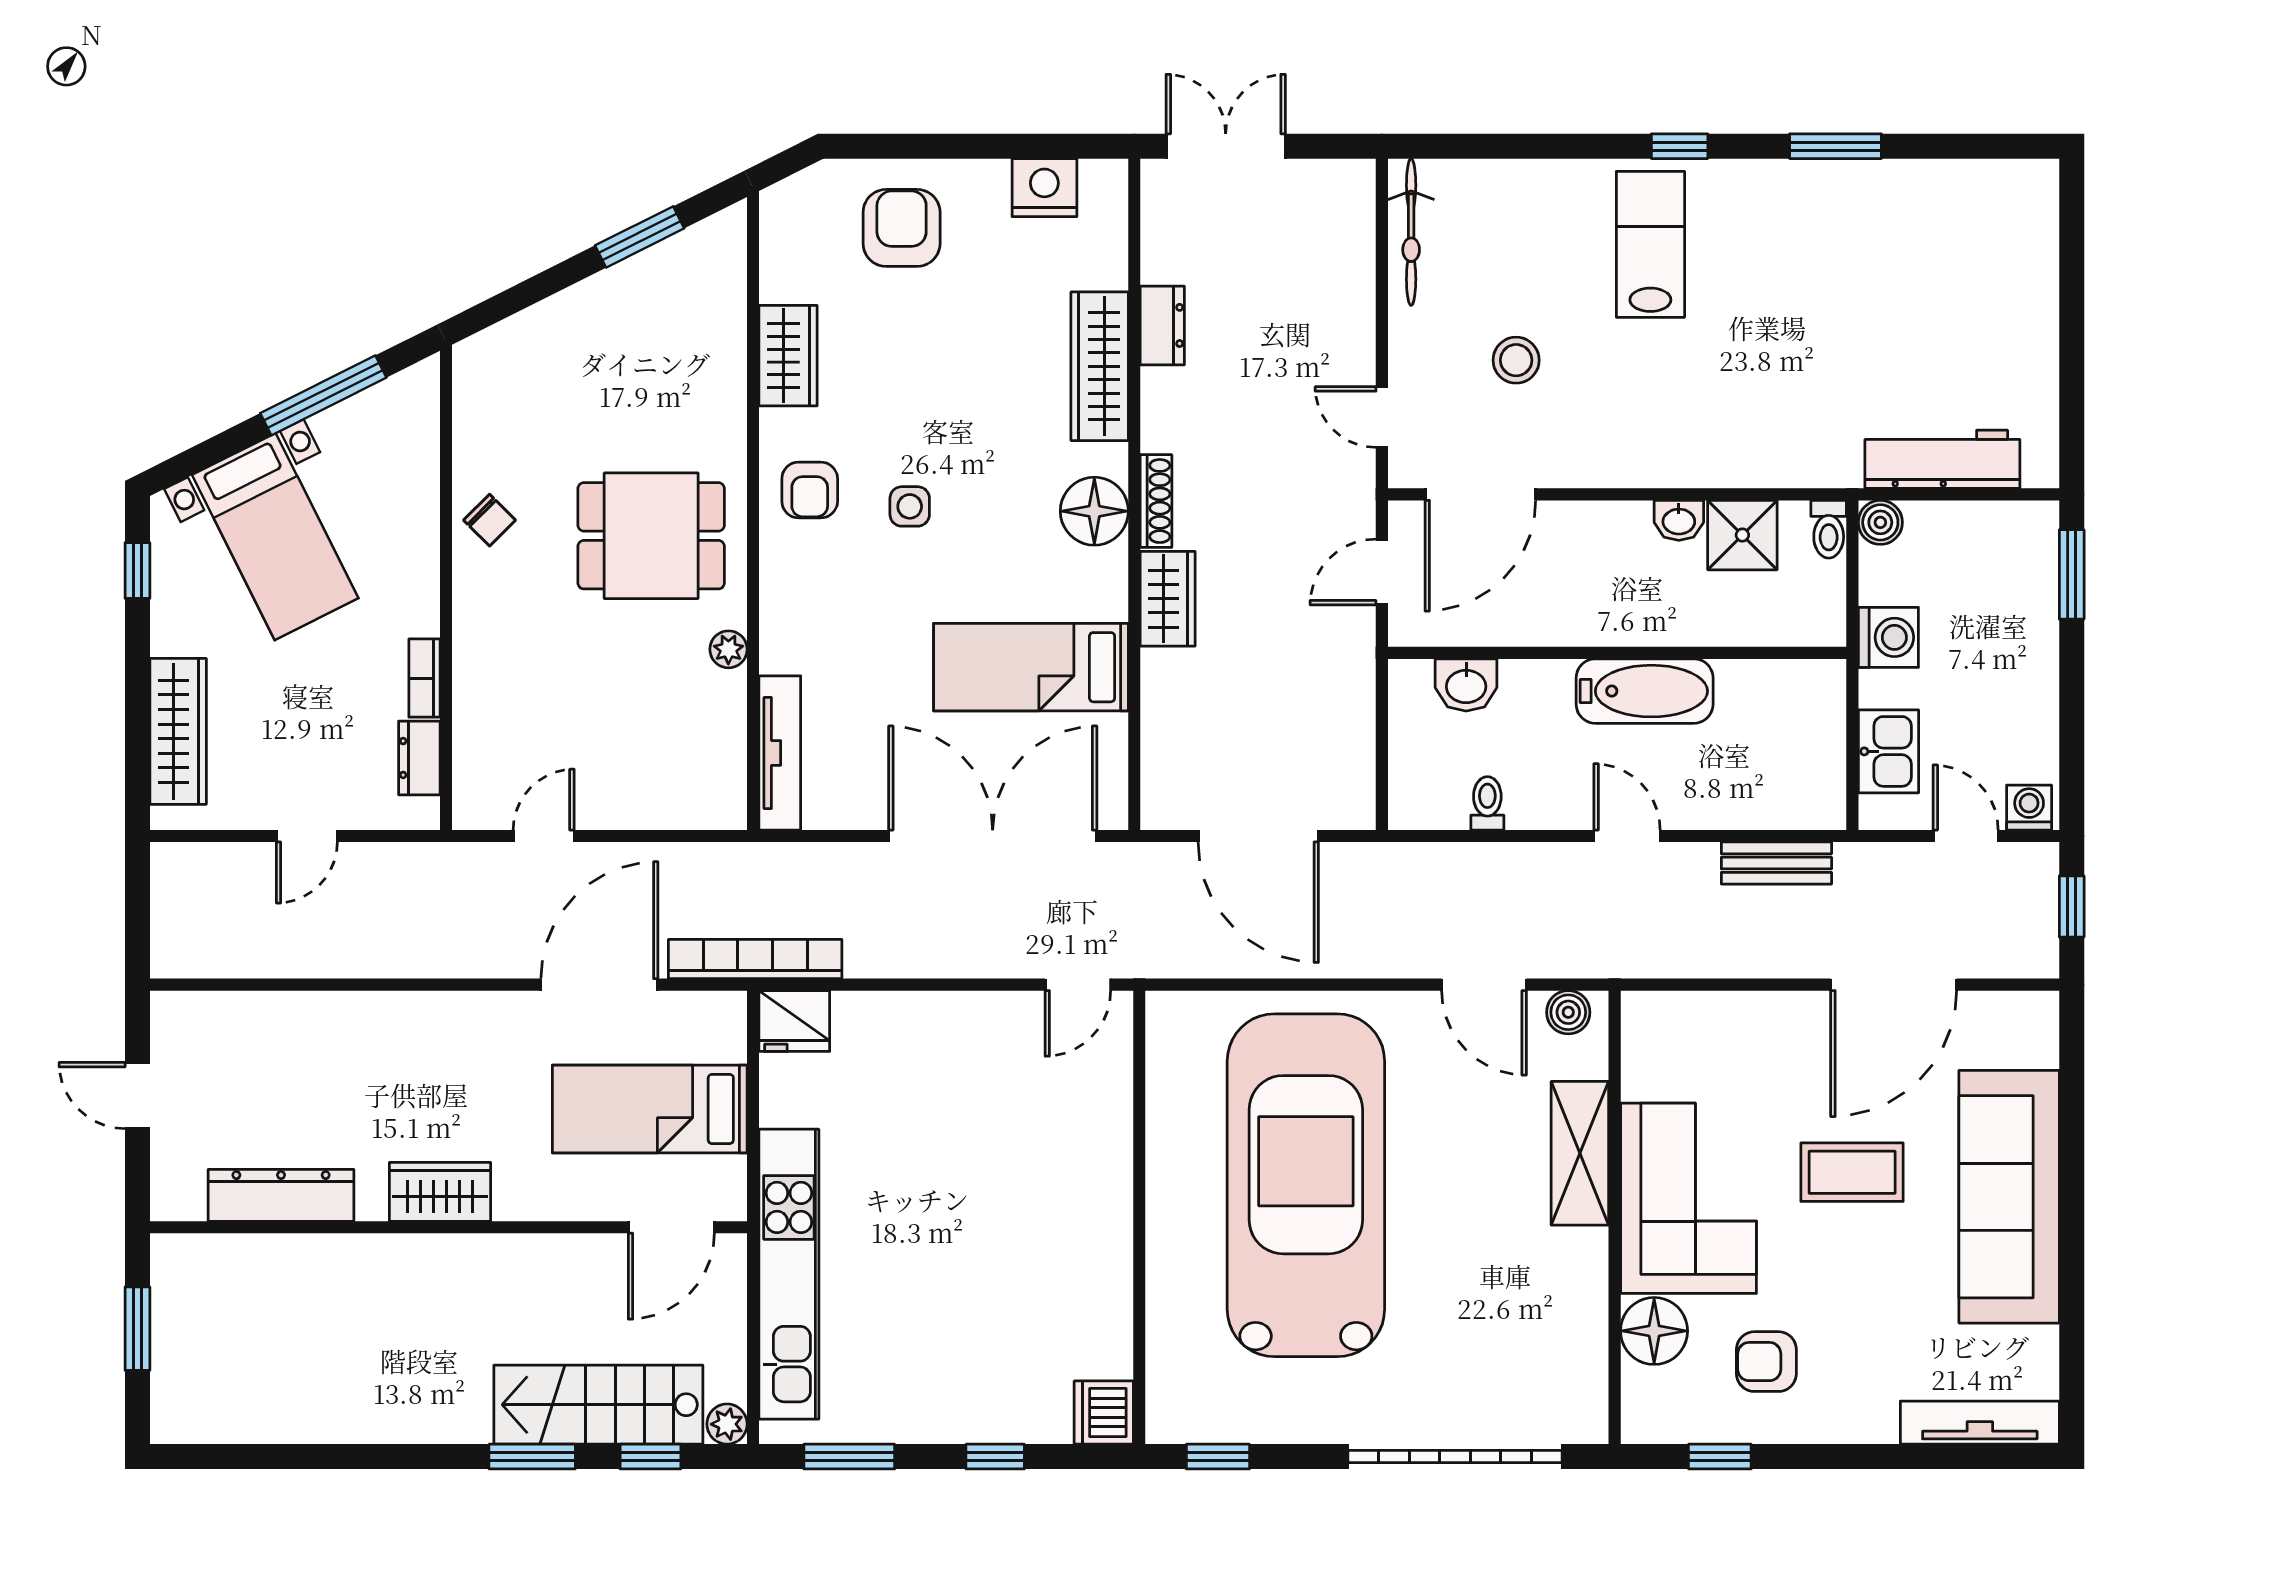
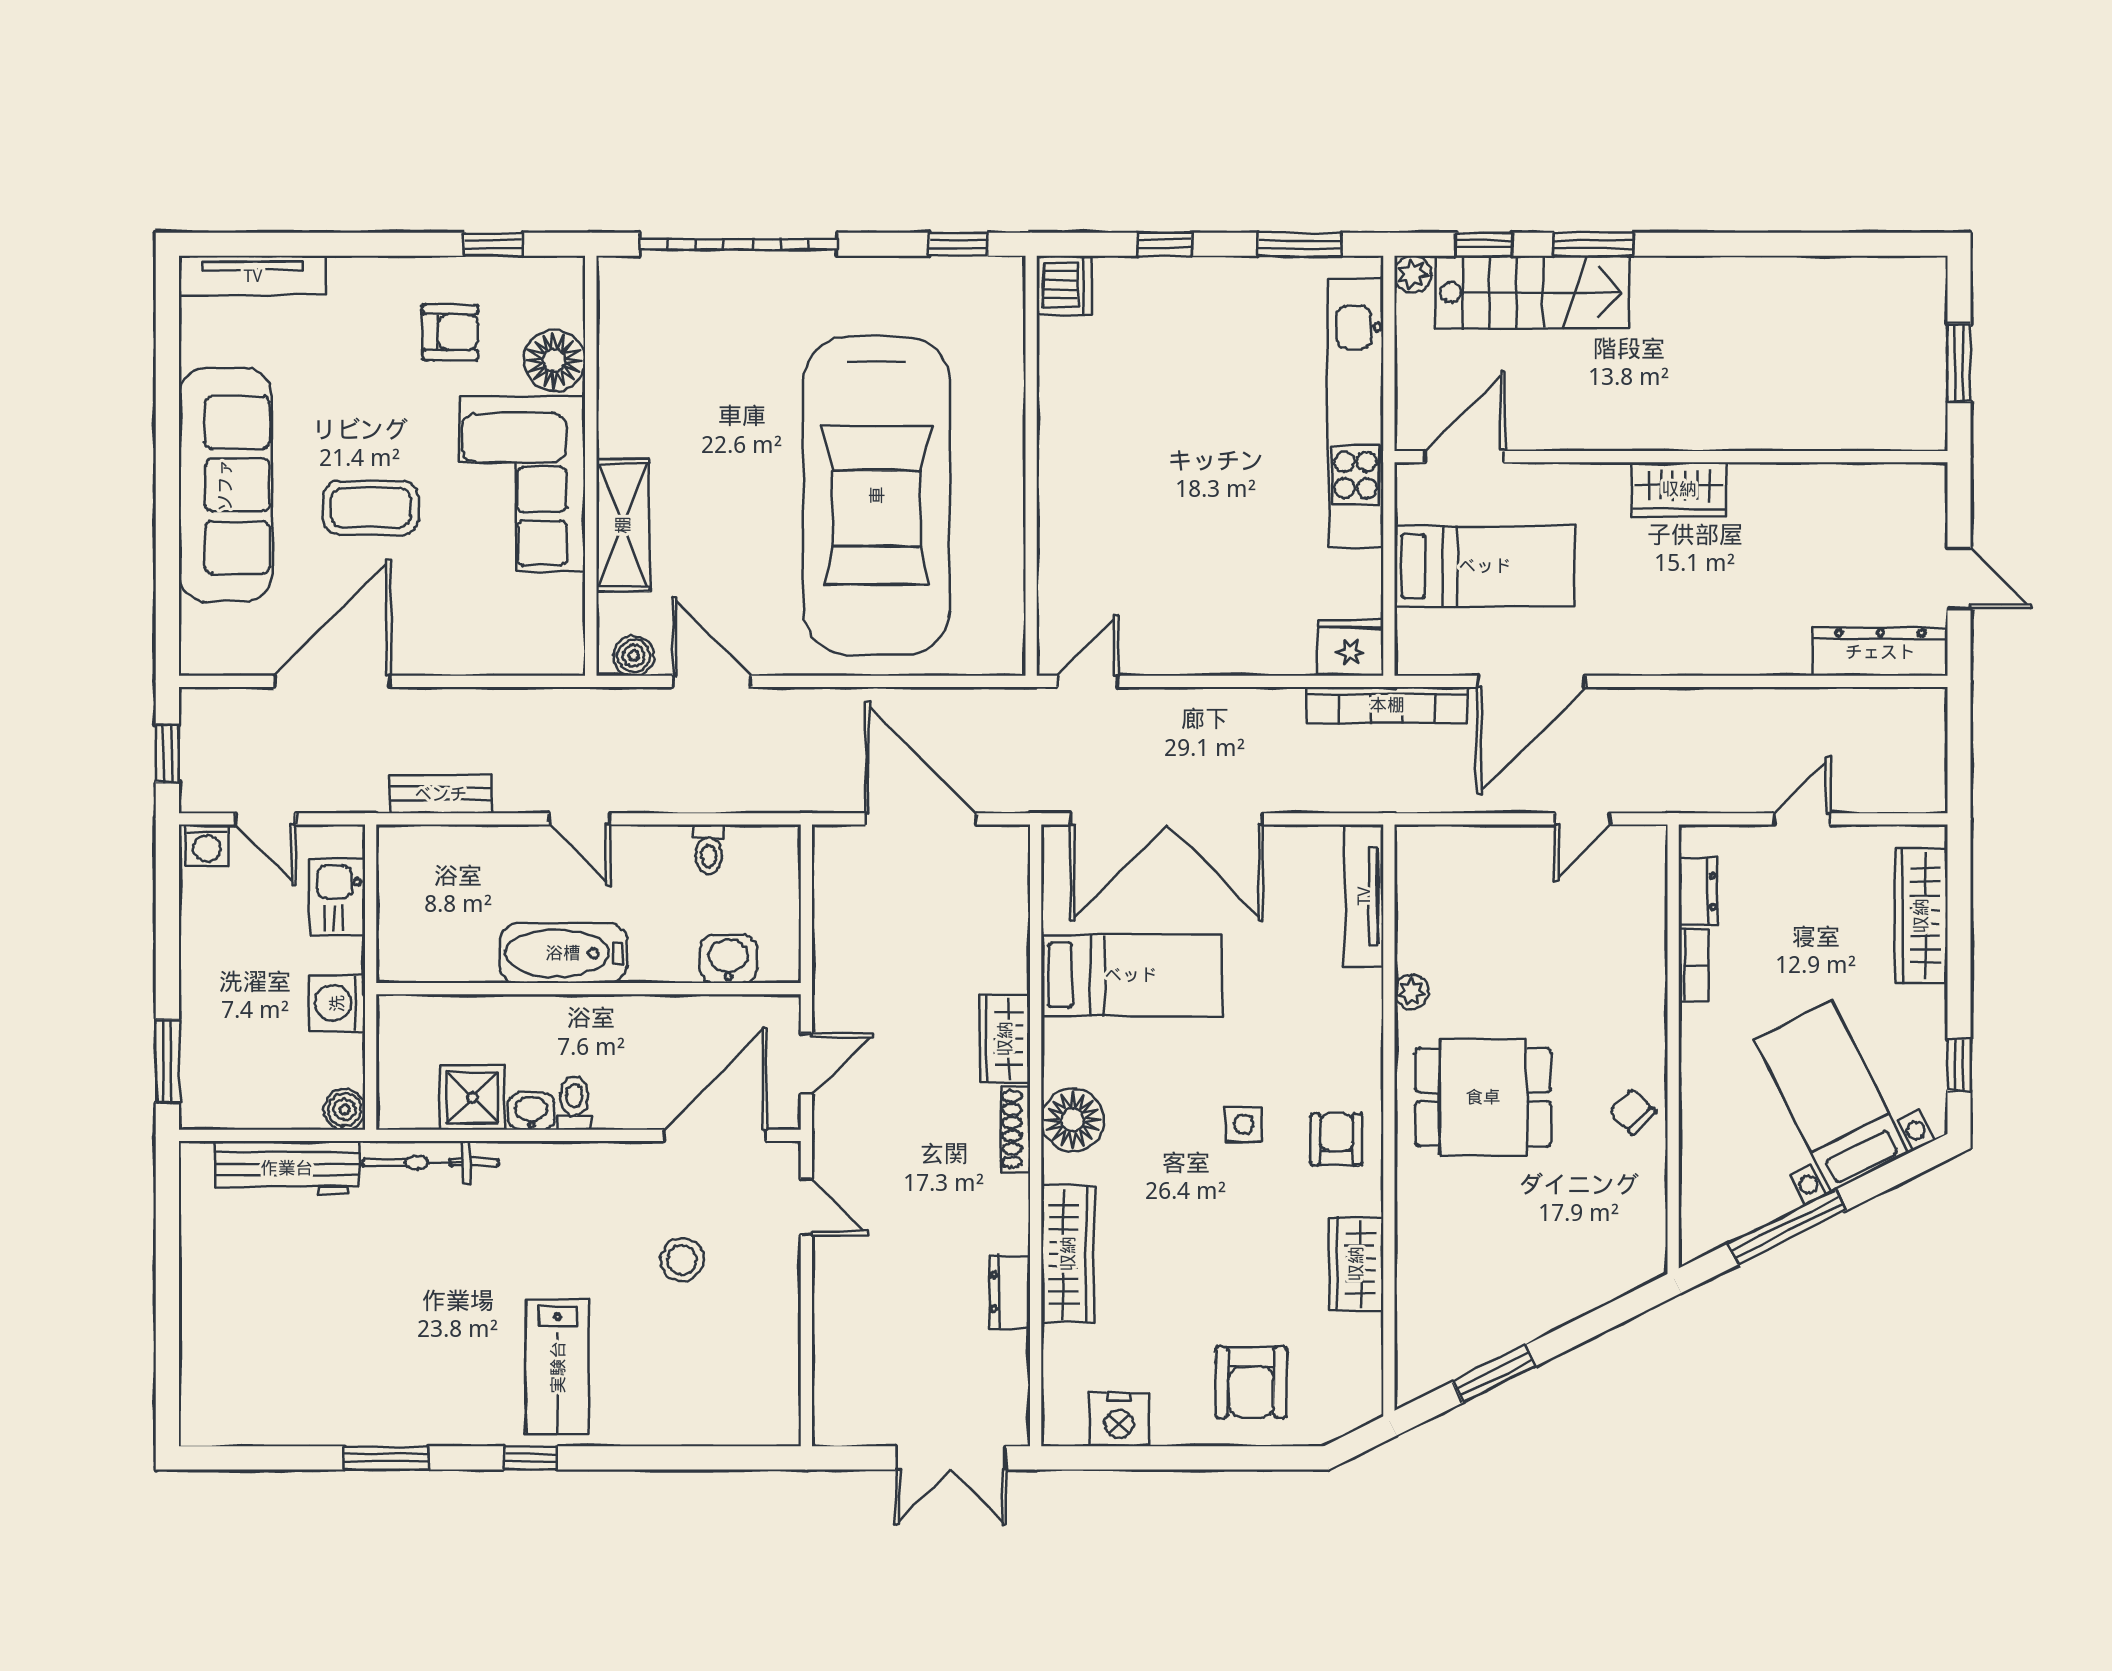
bicycle: (1411, 232) -> (431, 1163), moved, turned -90
toilet: (1829, 529) -> (574, 1103), moved
dresser: (281, 1195) -> (1880, 652), moved, turned 180

